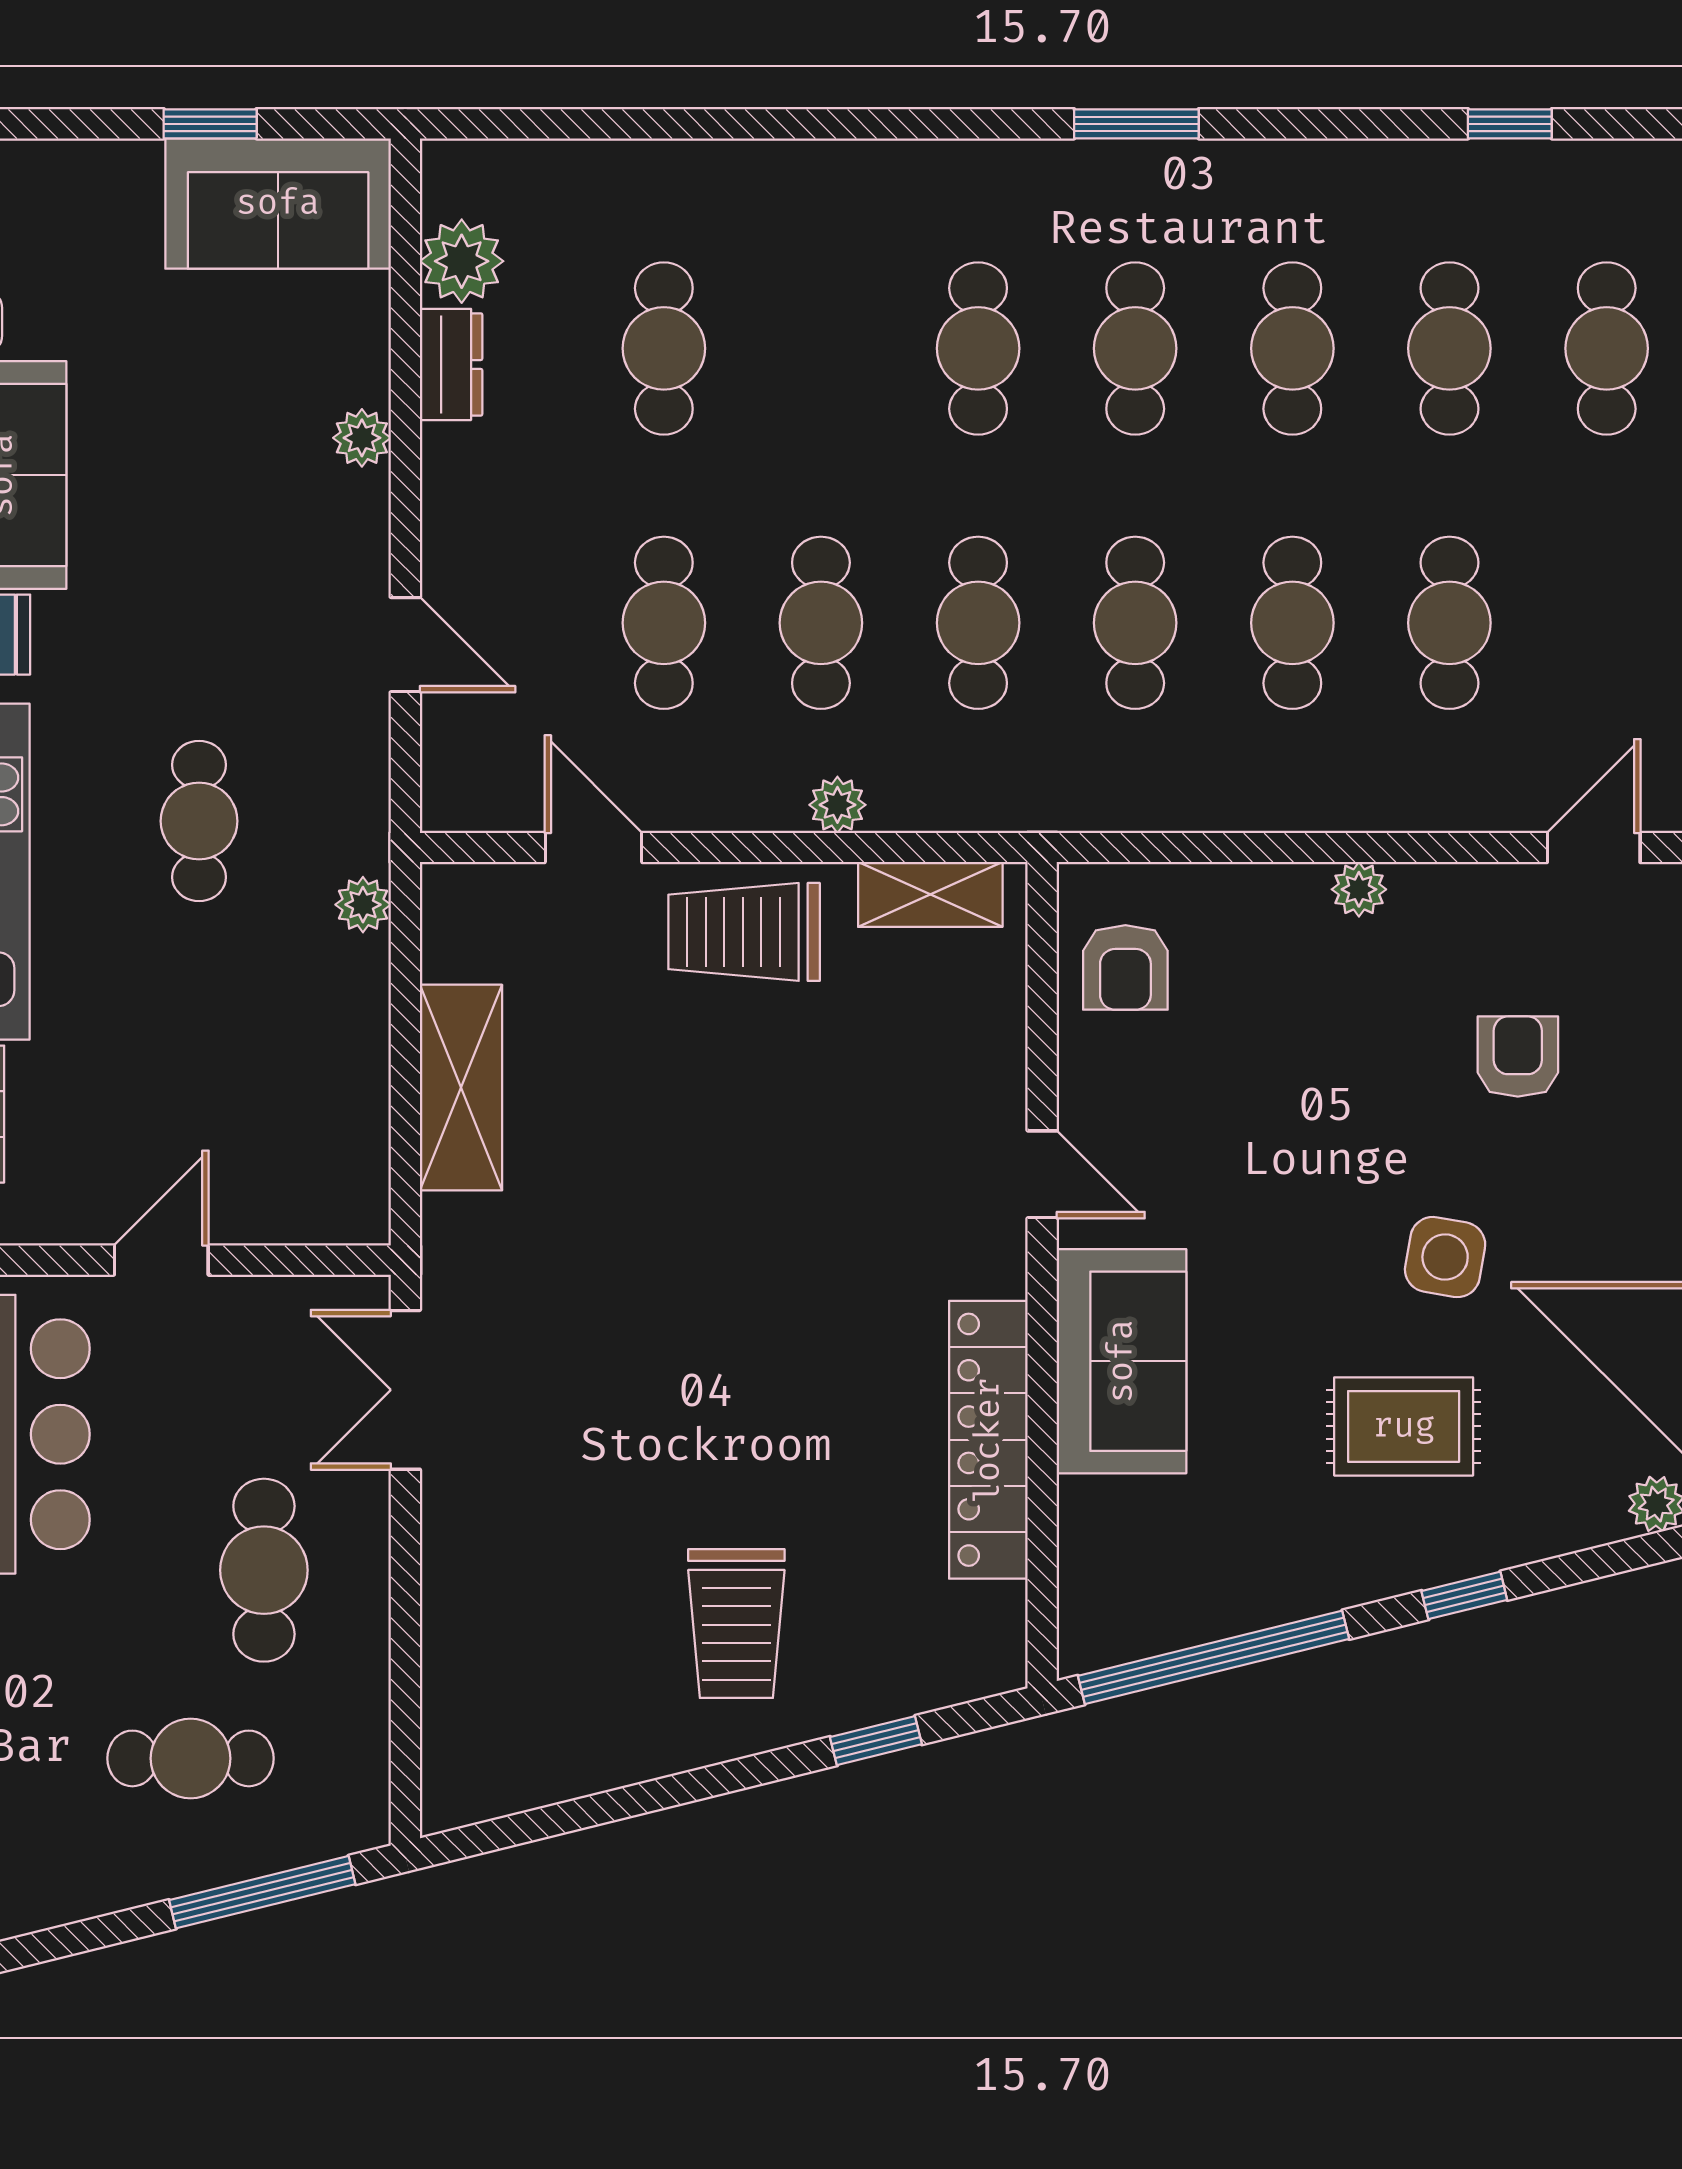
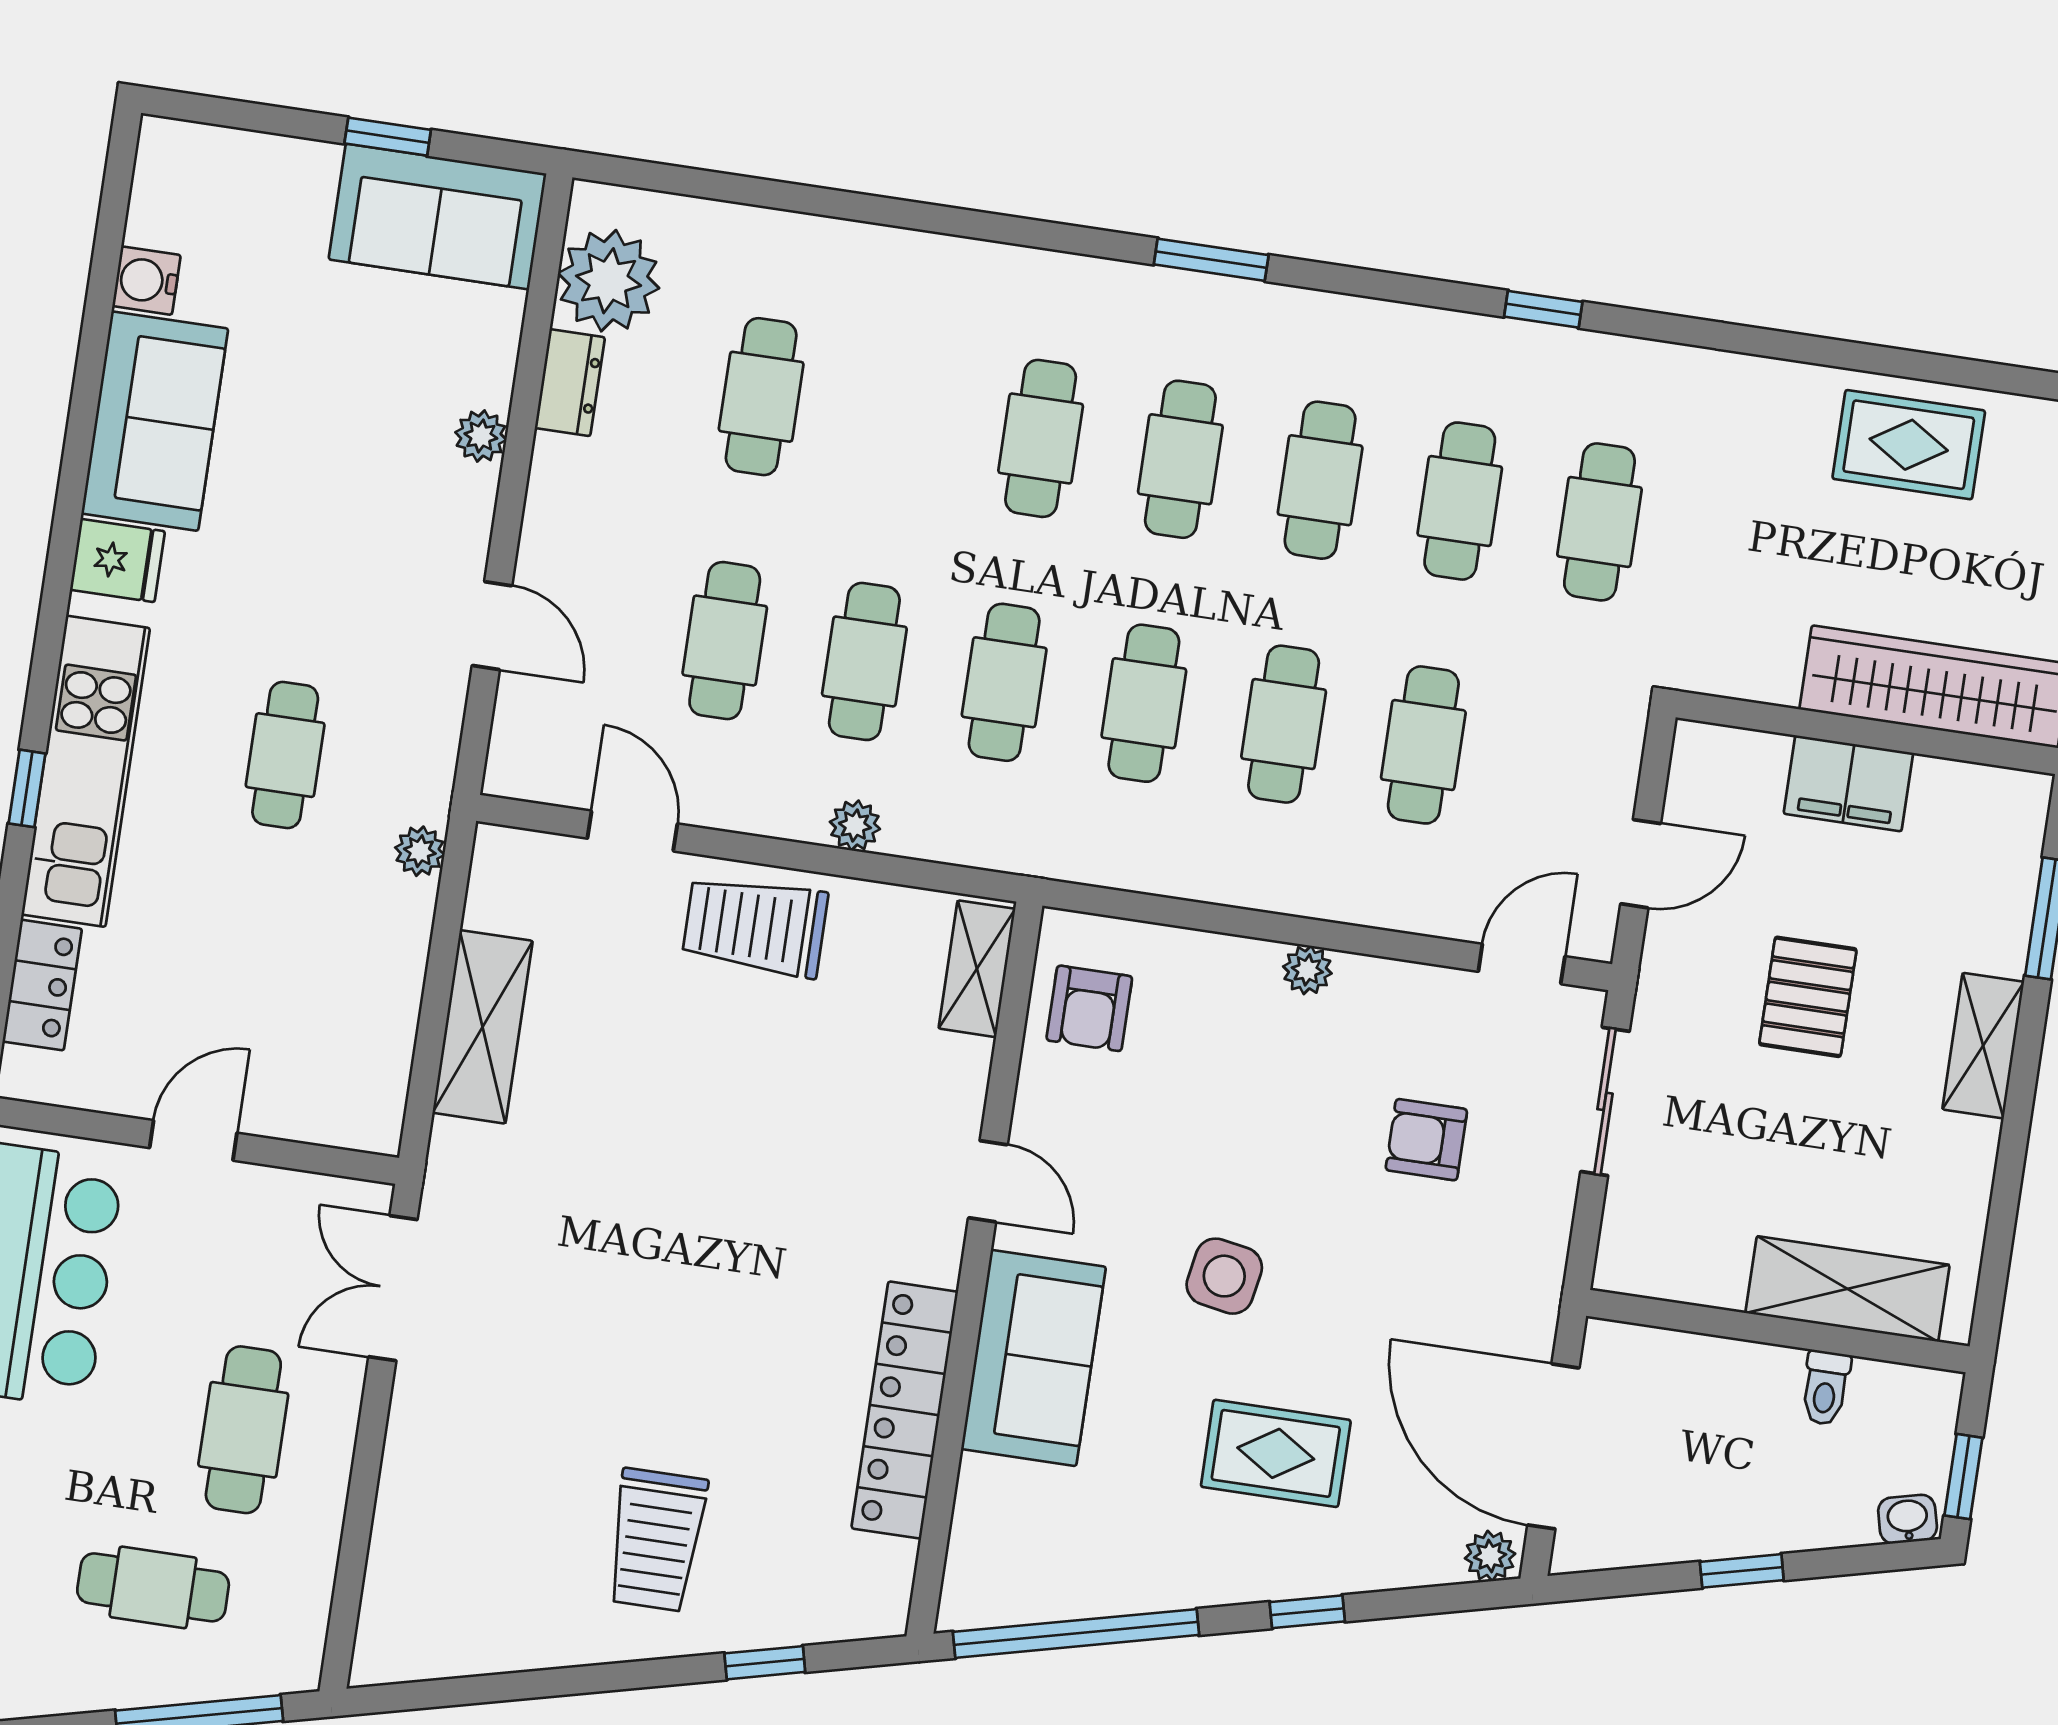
plant: (462, 261) -> (609, 281), width x1.36, depth x1.36
shelving: (930, 894) -> (977, 969), moved, turned 90
armchair: (1518, 1057) -> (1426, 1140), turned -90
side table: (1445, 1257) -> (1224, 1276), moved

